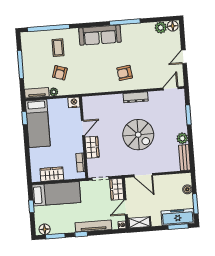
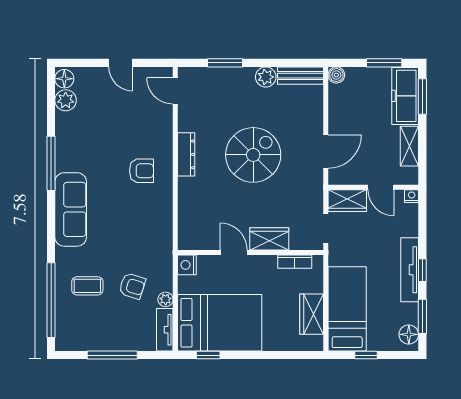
armchair: (125, 73) -> (141, 171), turned -82
bed: (38, 124) -> (220, 323), width x1.50
boiler: (187, 189) -> (336, 75), moved
shelving: (139, 222) -> (409, 146), moved
tv unit: (93, 226) -> (410, 270), moved

